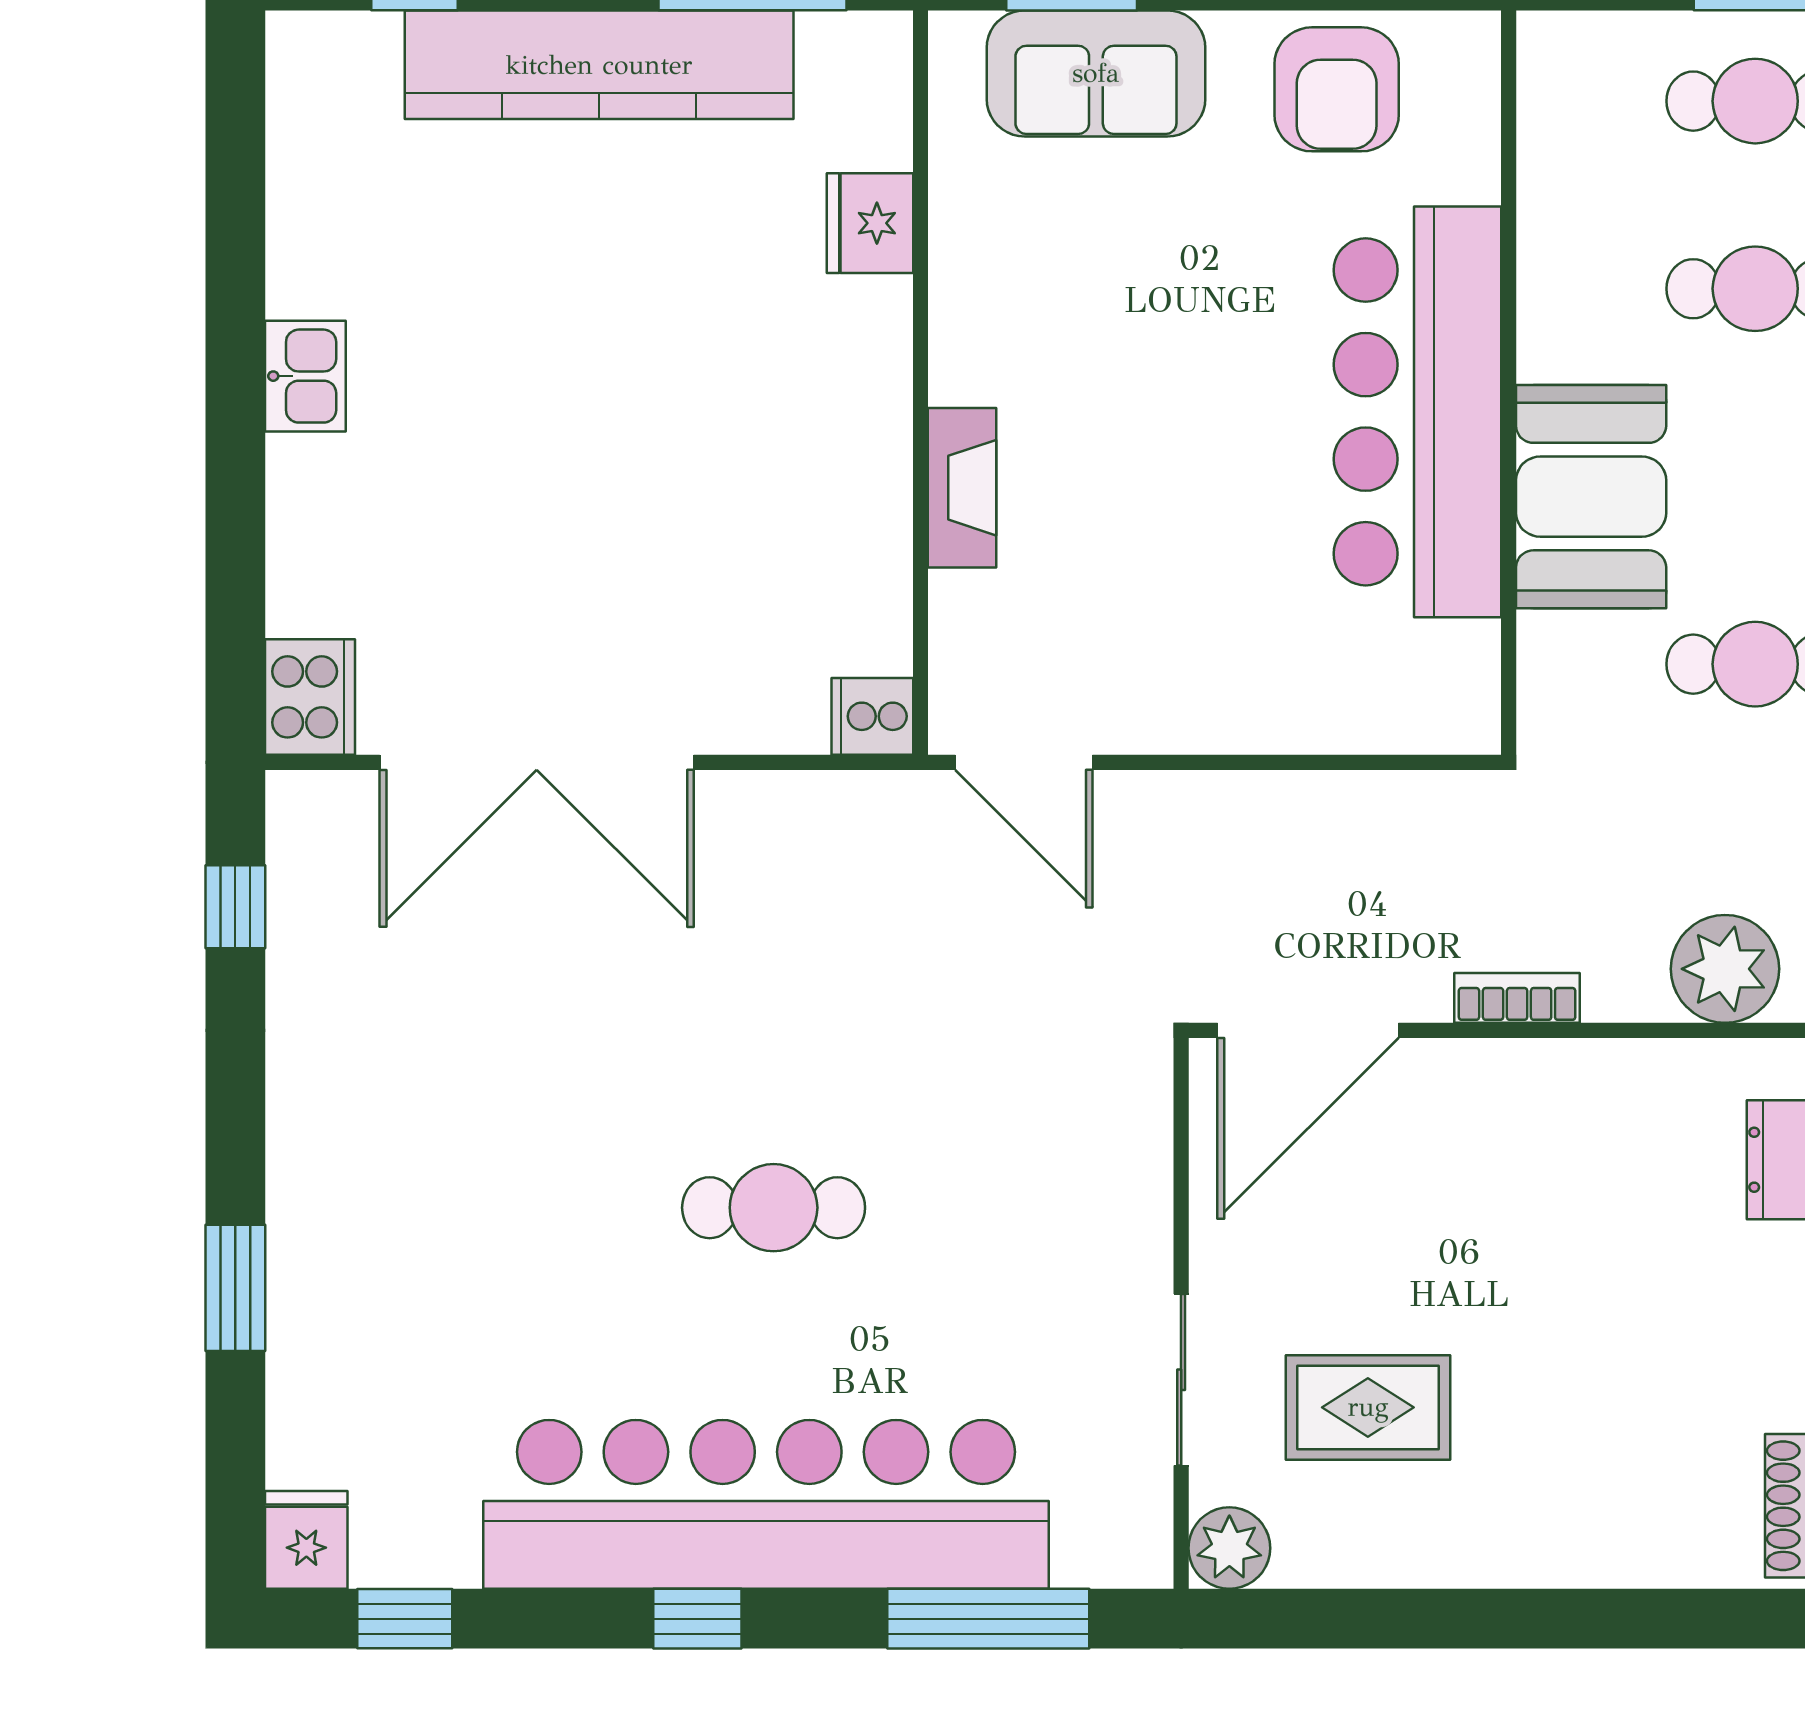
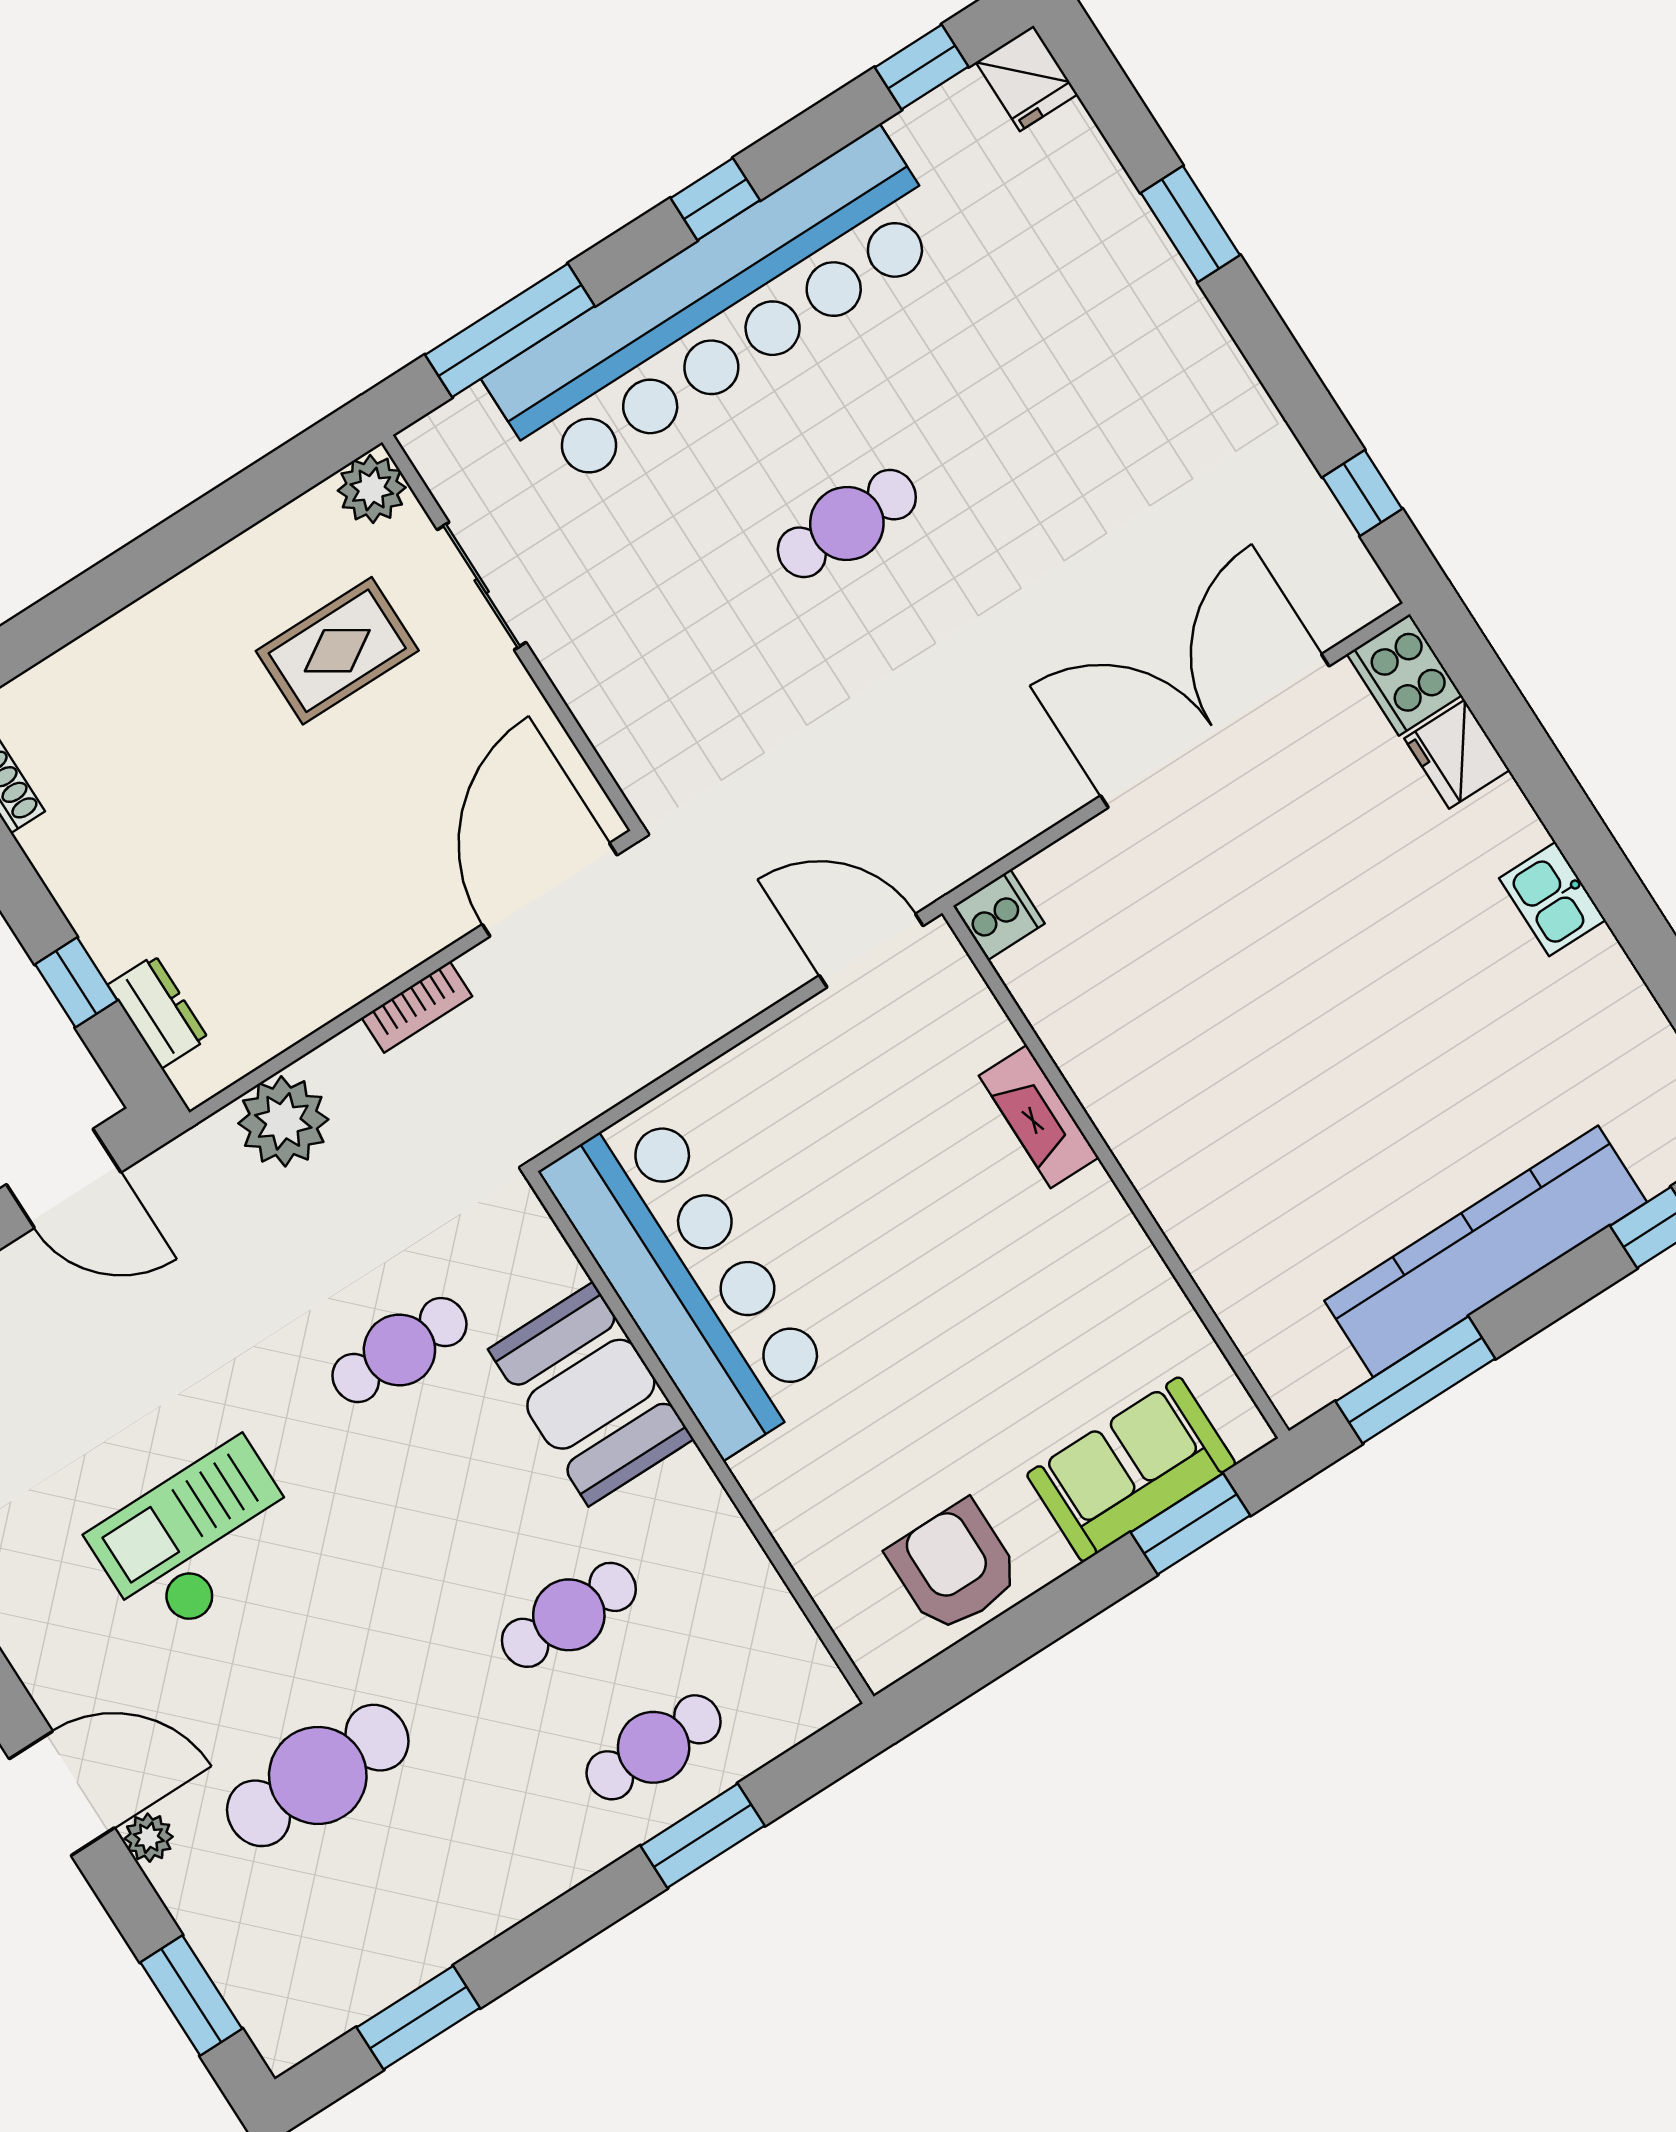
fridge: (870, 223) -> (1457, 754), moved, turned 180
bar counter: (1418, 412) -> (690, 1279), moved

